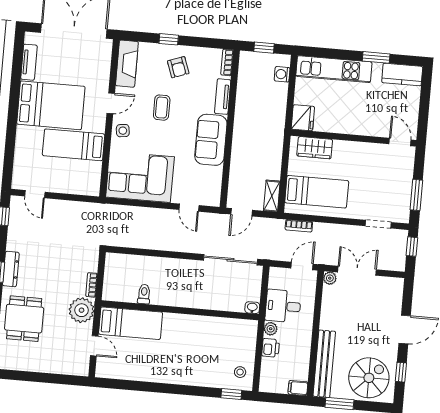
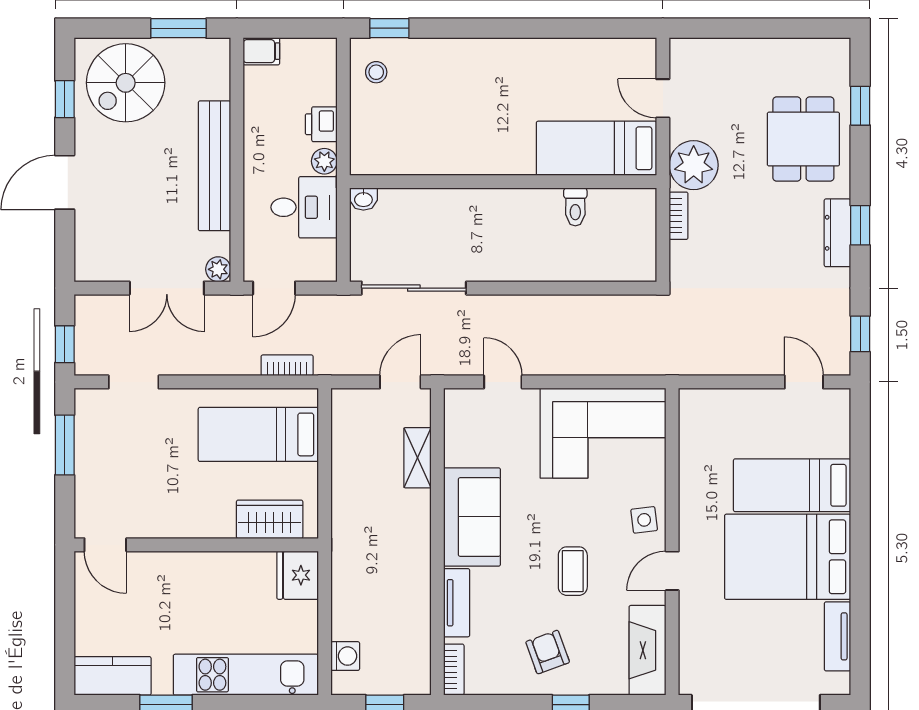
bed: (74, 145) -> (792, 485), moved, turned 180
shelving: (272, 196) -> (417, 458), moved
bench: (324, 364) -> (215, 166), moved

